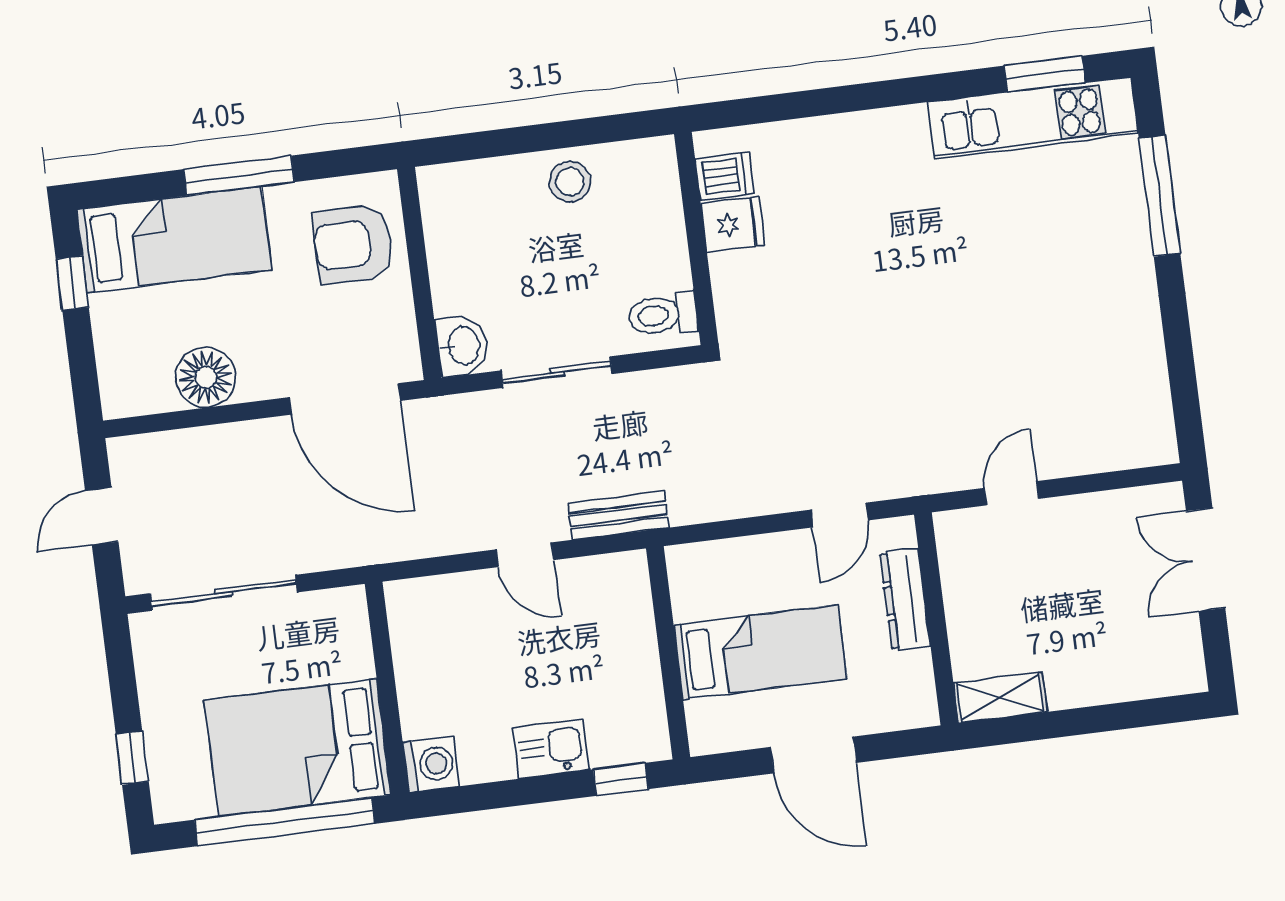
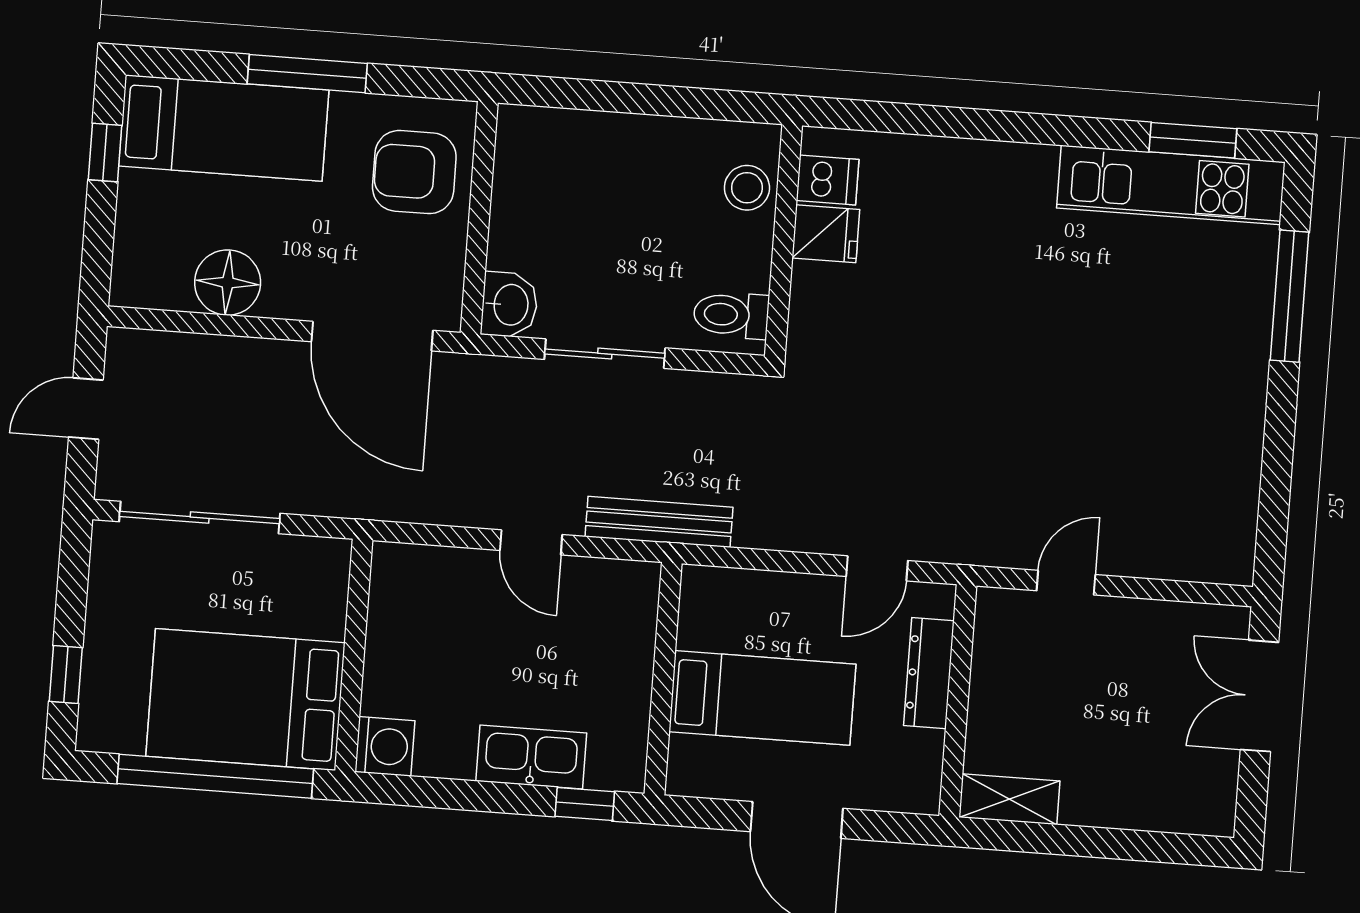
stool: (570, 182) -> (747, 188), moved
bench: (618, 515) -> (659, 522), width x1.36
kitchen sink: (551, 749) -> (531, 757), width x1.38

